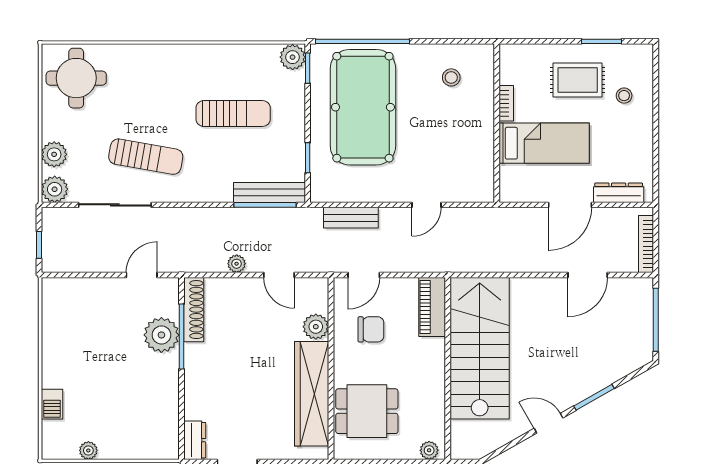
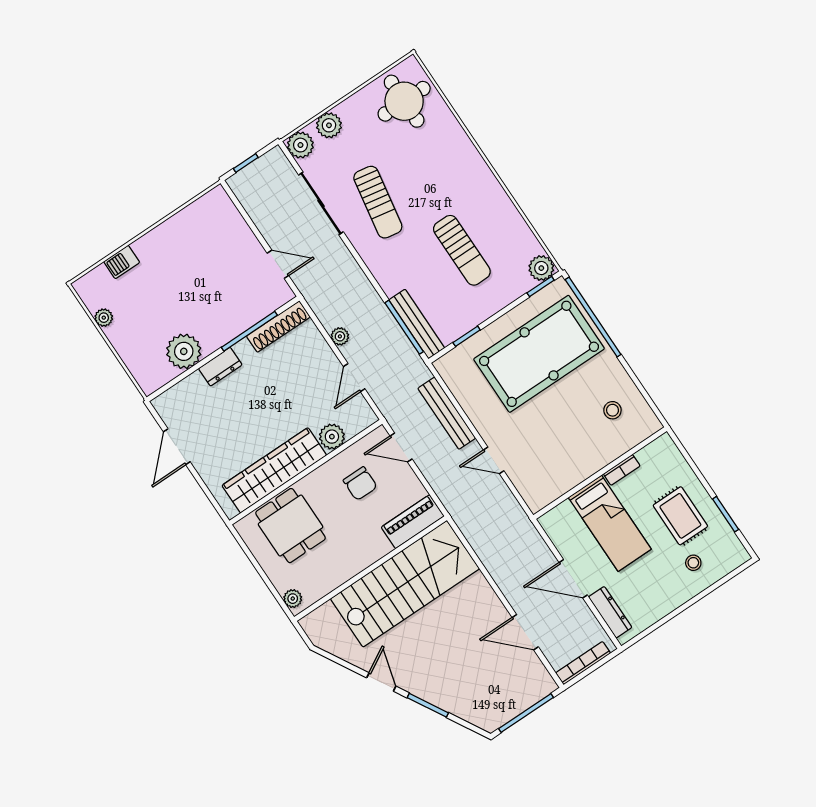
bench: (351, 218) -> (447, 413), width x1.36
plant: (161, 335) -> (184, 351), moved
dresser: (195, 440) -> (220, 367), moved

